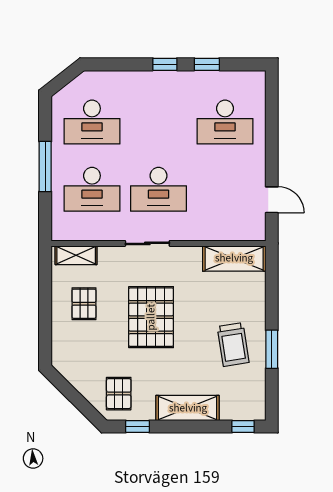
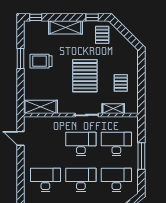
desk: (158, 122) -> (81, 180), added
shelving: (76, 255) -> (113, 109), moved
trolley: (233, 344) -> (41, 61), turned -81

